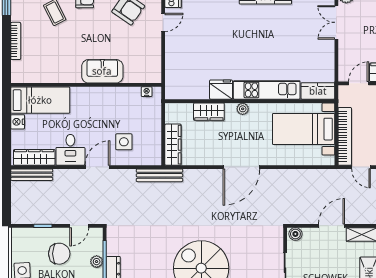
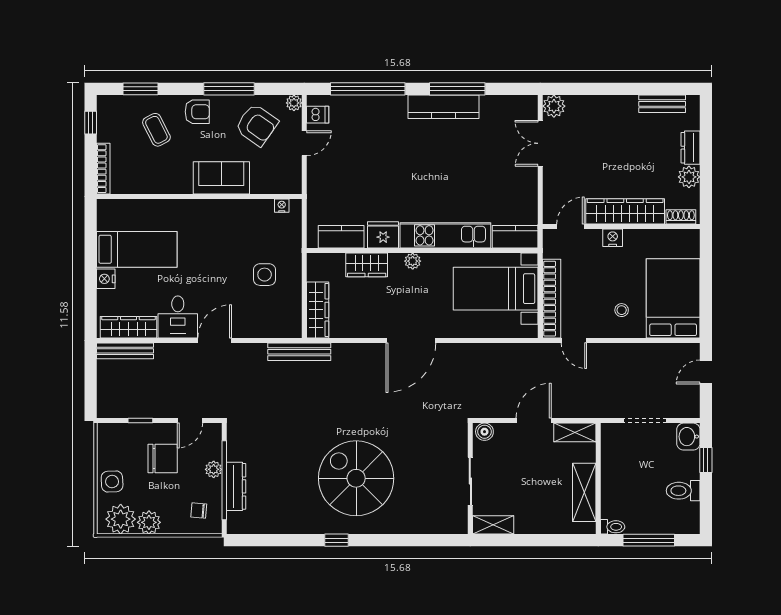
sofa: (102, 71) -> (221, 178), moved
wall: (86, 85) -> (199, 197), moved
kitchen counter: (190, 91) -> (341, 237), added
nightstand: (147, 92) -> (282, 206), moved
side table: (124, 142) -> (265, 275), moved

